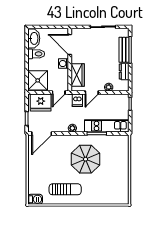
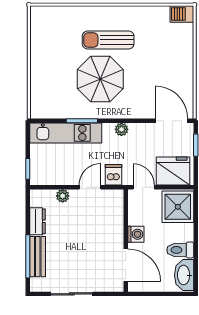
wardrobe: (78, 75) -> (113, 216), removed
door: (59, 93) -> (144, 187), hinge flipped
door: (42, 133) -> (172, 121), hinge flipped
sun lounger: (65, 189) -> (108, 40), moved

